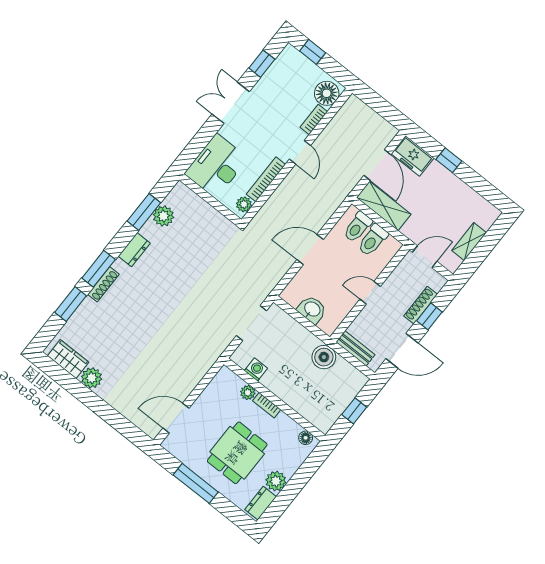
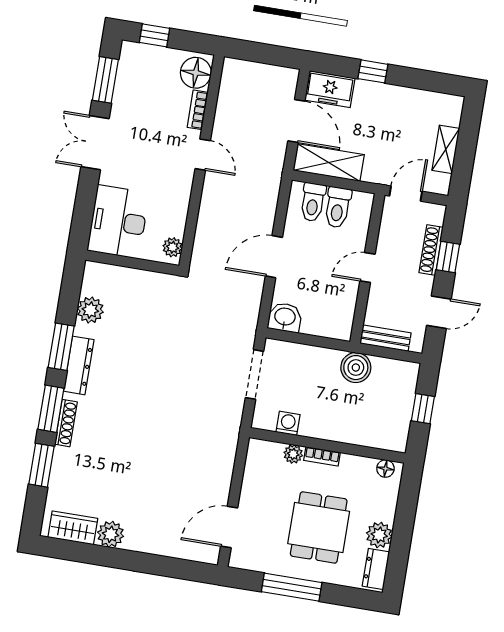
window: (262, 64) -> (105, 80), width x1.50
bookcase: (266, 179) -> (181, 206), removed
window: (144, 212) -> (61, 347), moved
dresser: (134, 250) -> (79, 365), width x1.44
washbasin: (312, 309) -> (285, 317), moved
door: (402, 351) -> (439, 312), width x0.73

